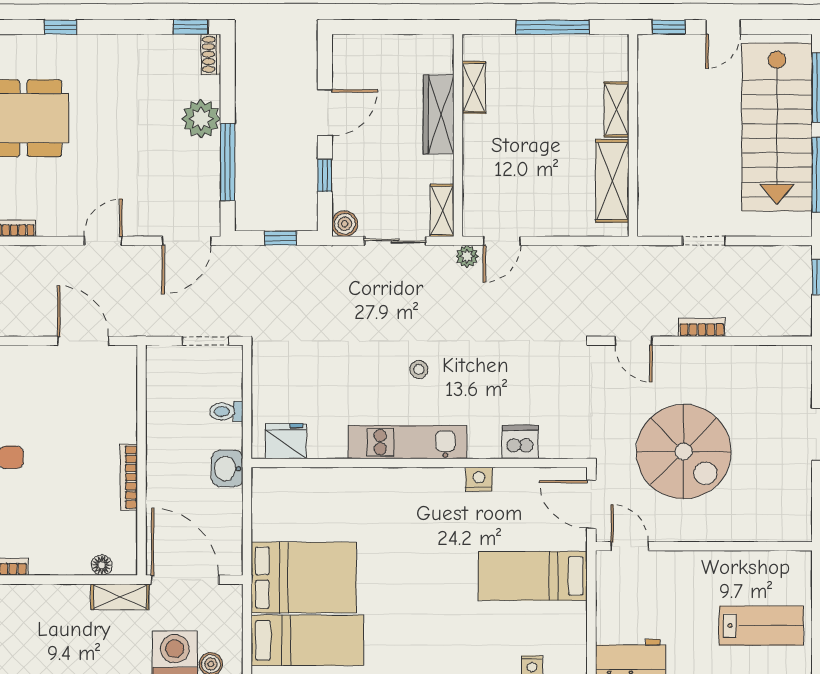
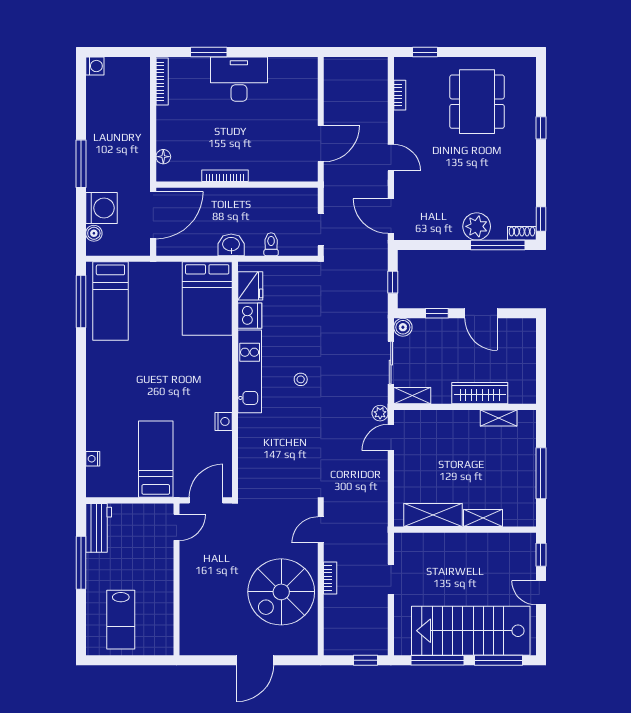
window: (228, 162) -> (498, 245), moved
door: (502, 241) -> (391, 437), hinge flipped
dishwasher: (520, 442) -> (250, 316), moved
spiral stairs: (684, 452) -> (281, 592), moved
bed: (304, 577) -> (207, 298), moved
shelving: (120, 597) -> (141, 170), removed

